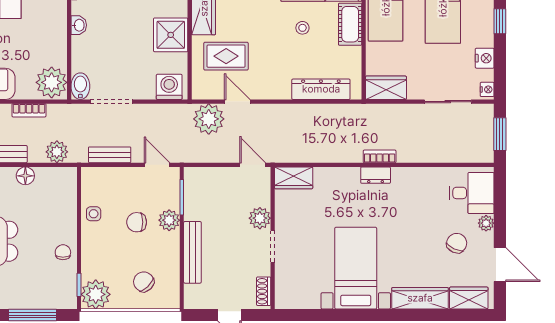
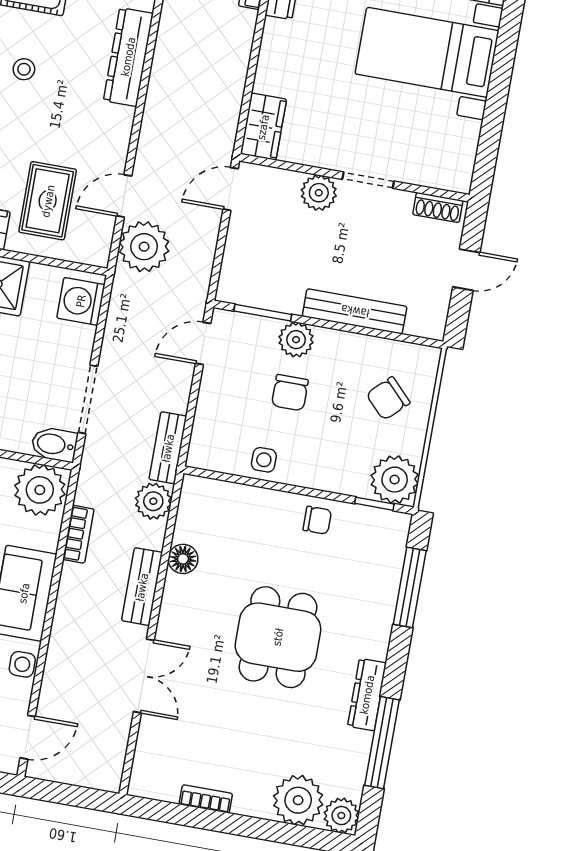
bench: (110, 155) -> (168, 448), moved
chair: (63, 252) -> (317, 520), turned 180

